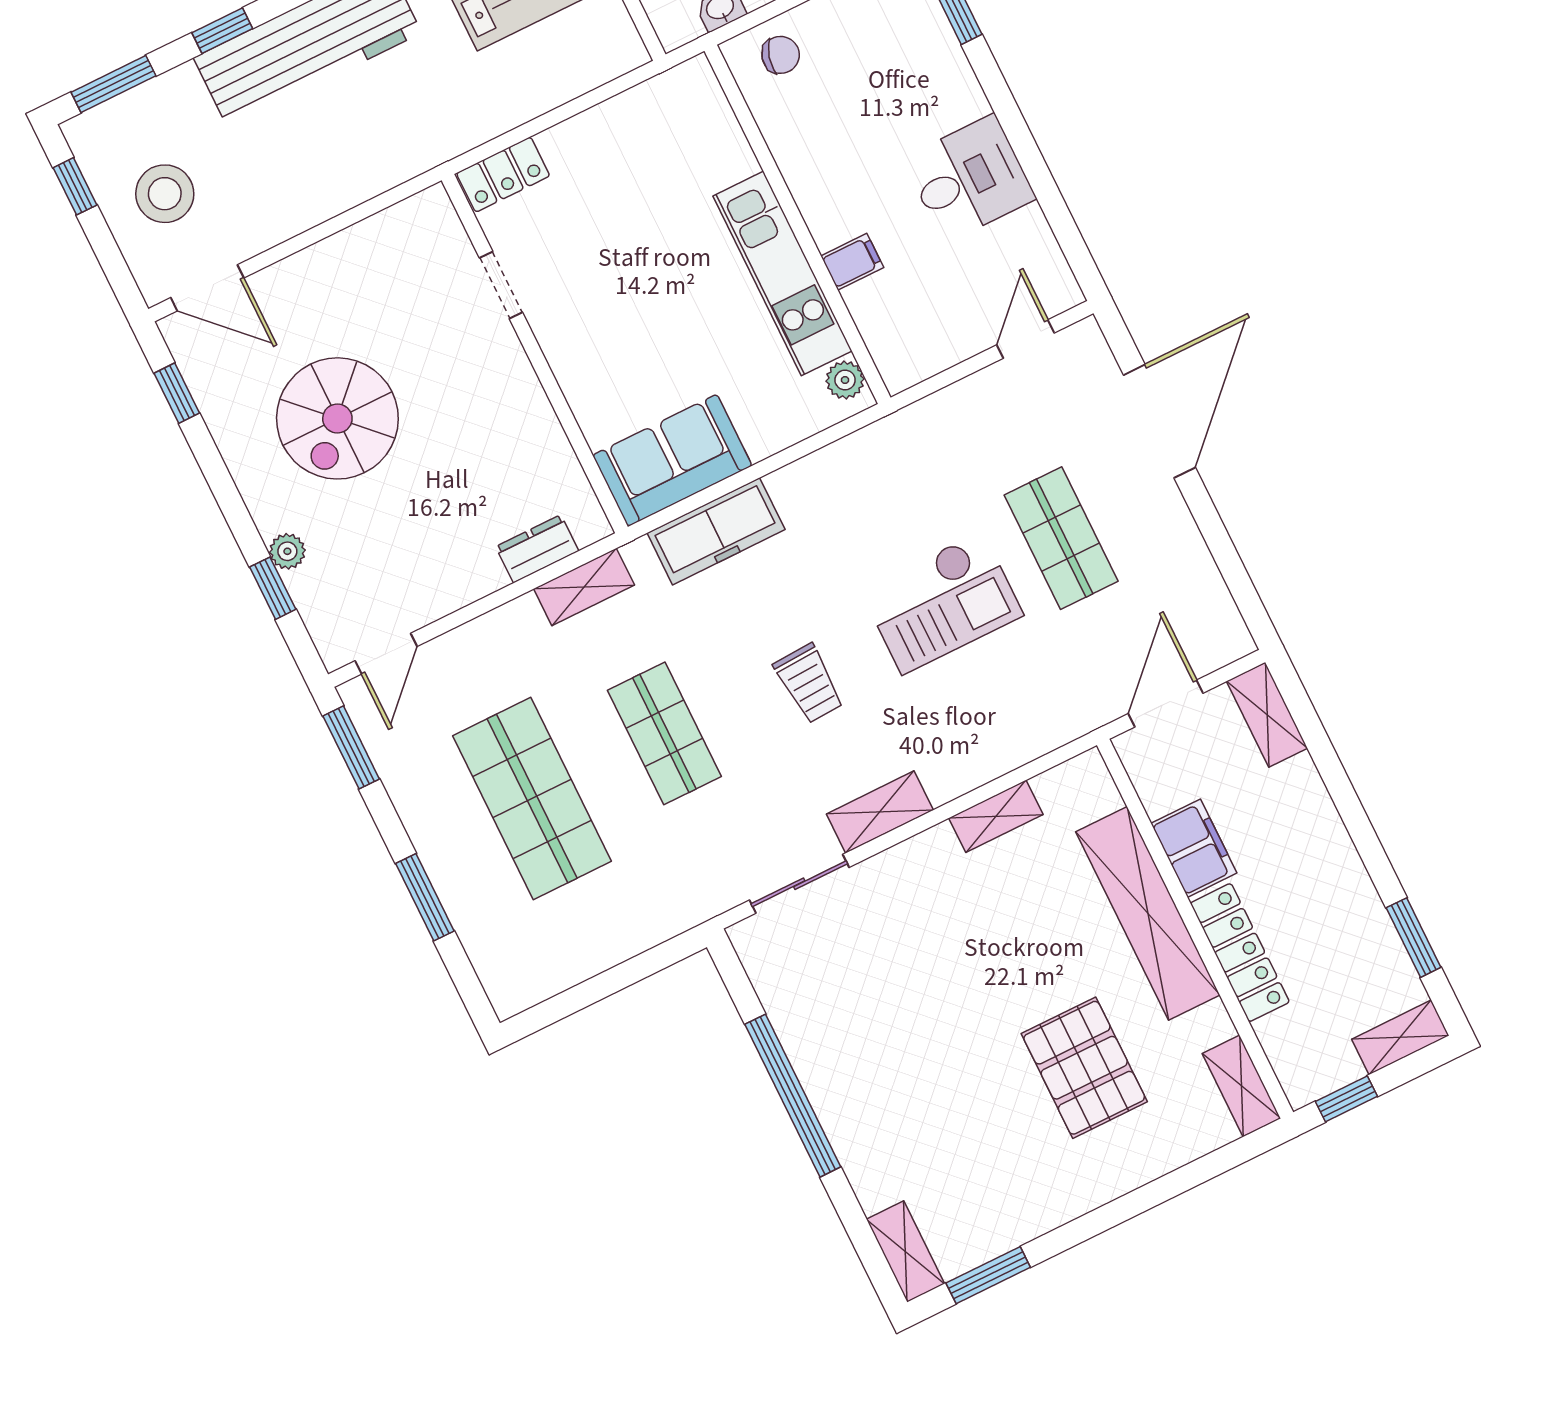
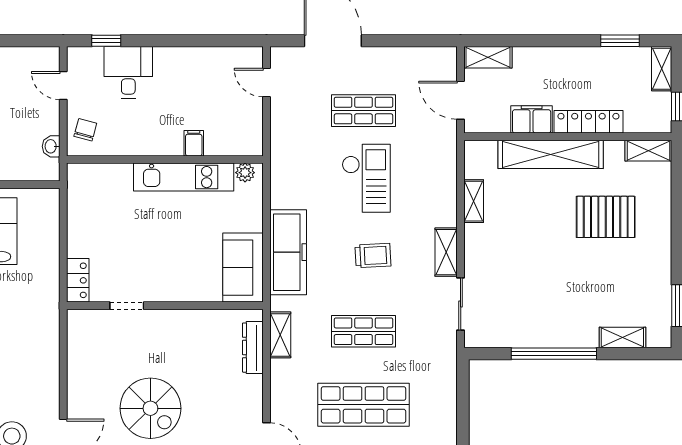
desk: (969, 179) -> (128, 72), moved
freezer: (716, 531) -> (288, 252), width x1.36, depth x1.26
dresser: (537, 549) -> (253, 348), width x1.44
shelving: (905, 1251) -> (622, 337), moved

